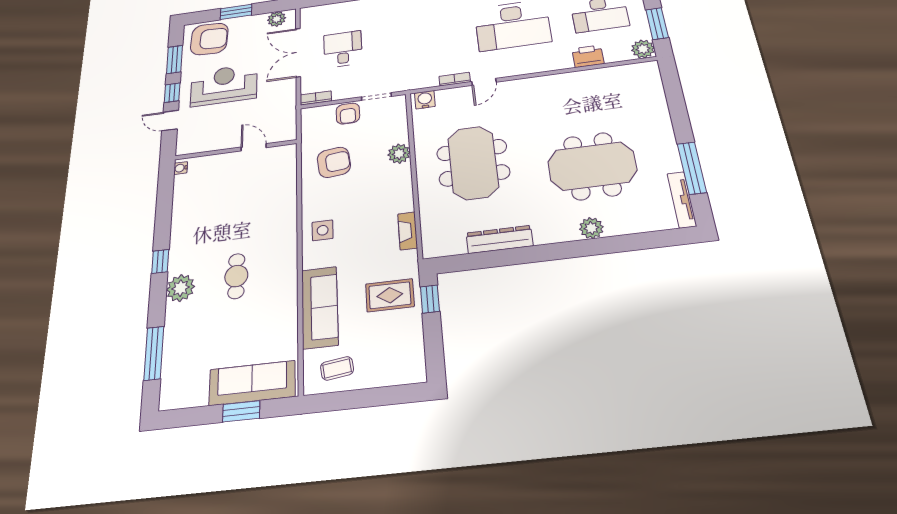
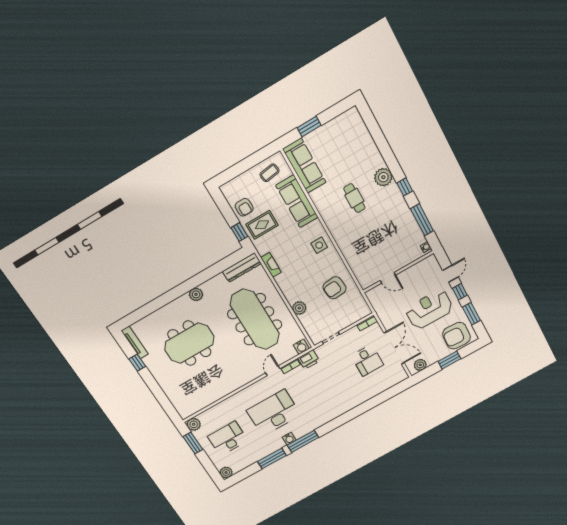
printer: (588, 56) -> (309, 360), moved
reception desk: (224, 85) -> (429, 309), turned 180
armchair: (348, 114) -> (244, 207), moved, turned 180
door: (170, 121) -> (450, 274), hinge flipped
meeting table: (473, 163) -> (255, 319), width x1.36
window: (692, 168) -> (137, 363), width x0.46
plant: (591, 228) -> (196, 294), moved
dresser: (499, 239) -> (242, 267), moved
window: (154, 353) -> (422, 220), moved
sofa: (252, 383) -> (304, 166), moved, turned -90

